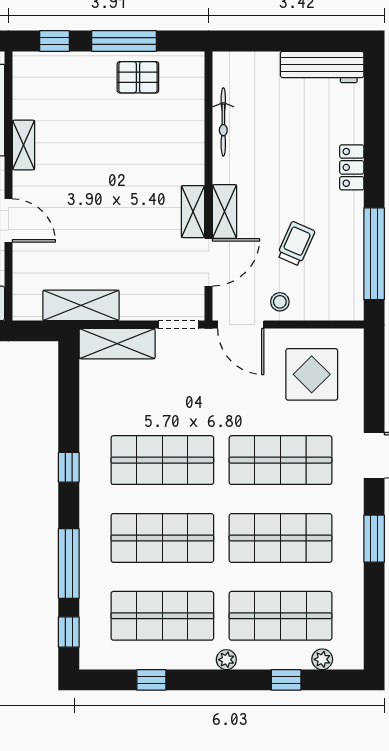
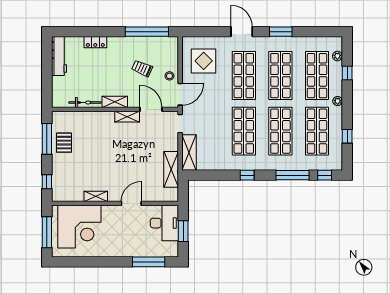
window: (124, 41) -> (47, 139), moved
locker: (352, 167) -> (95, 42), moved
shelving: (225, 211) -> (115, 102), moved

